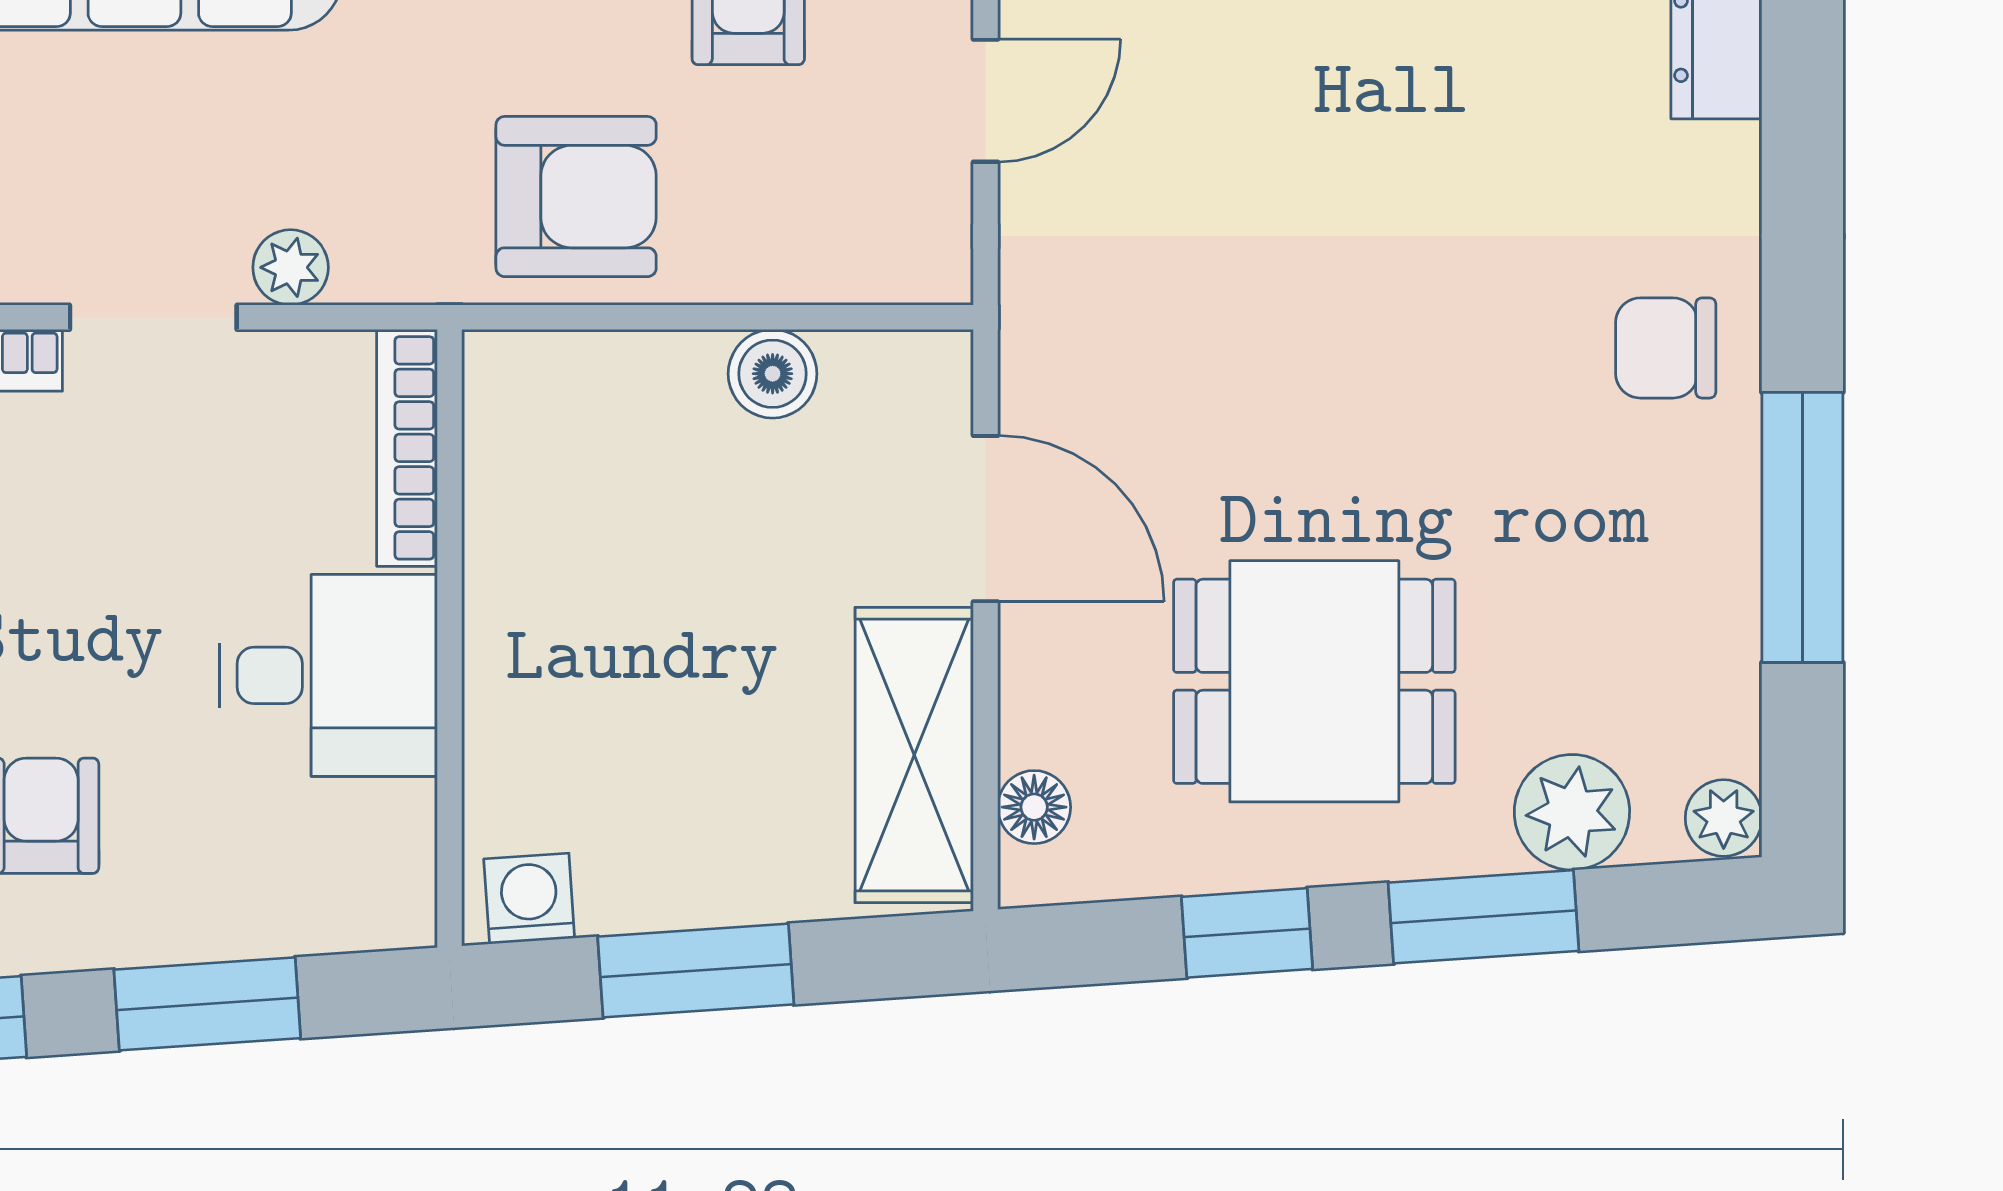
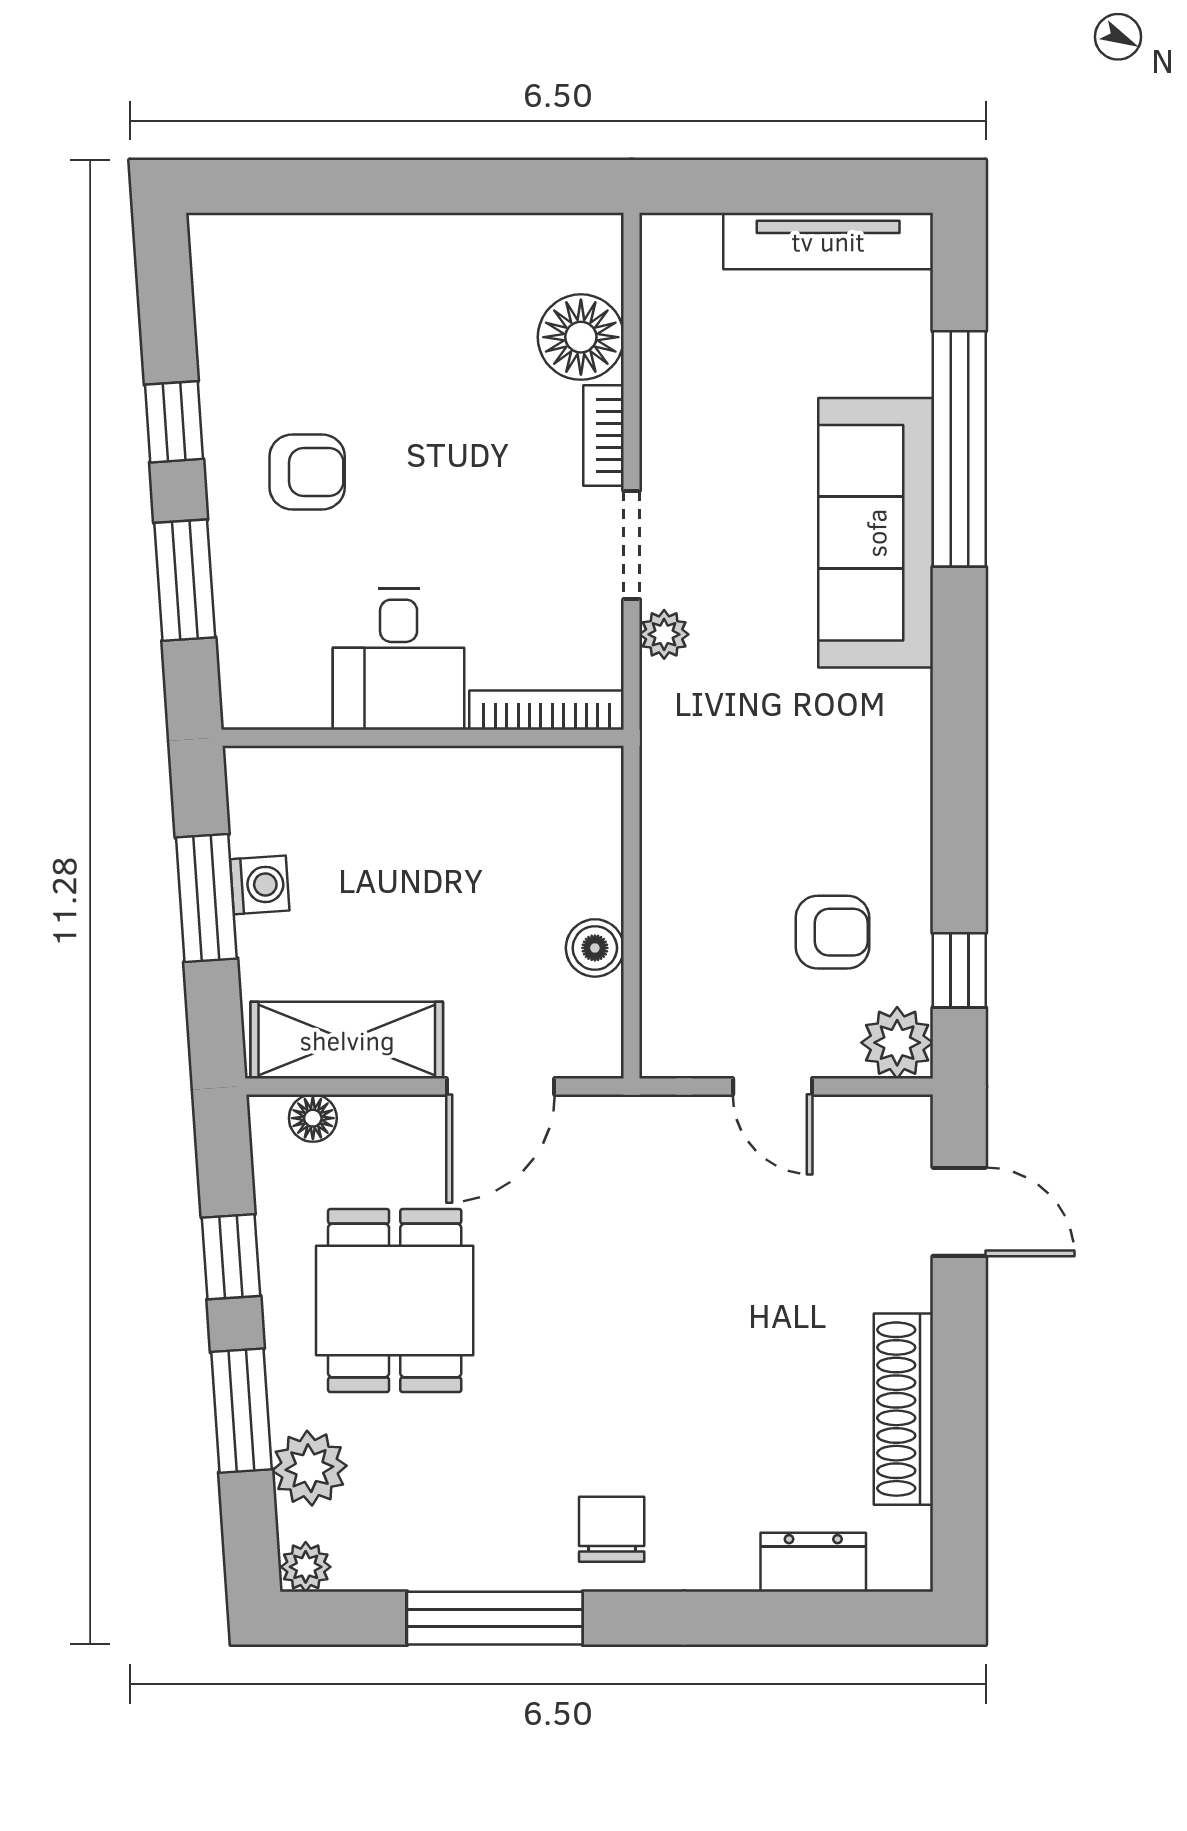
armchair: (576, 197) -> (710, 820), removed
washing machine: (529, 899) -> (260, 885), moved

